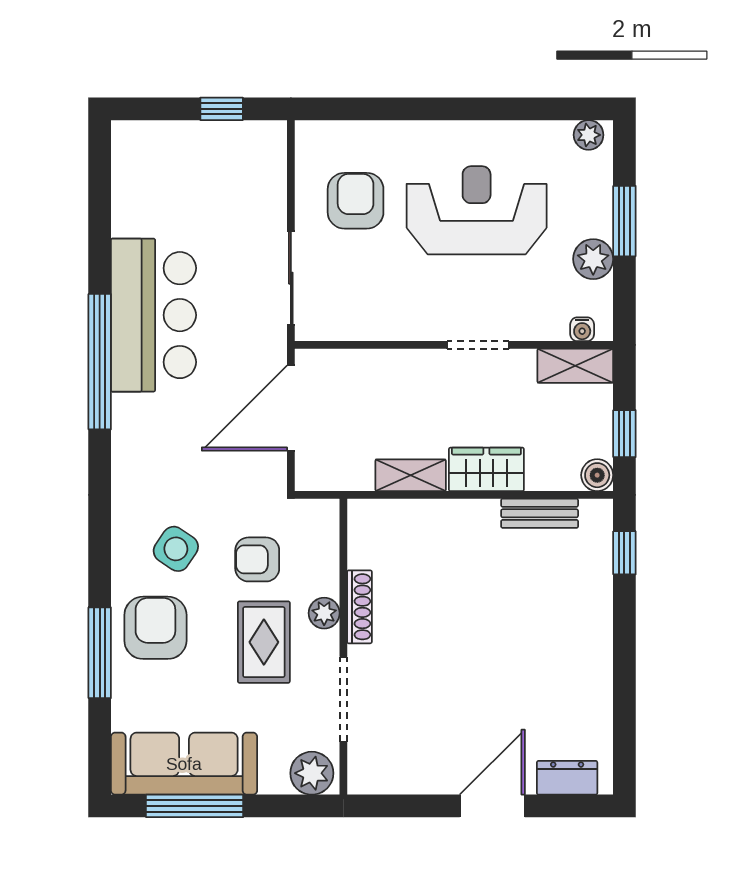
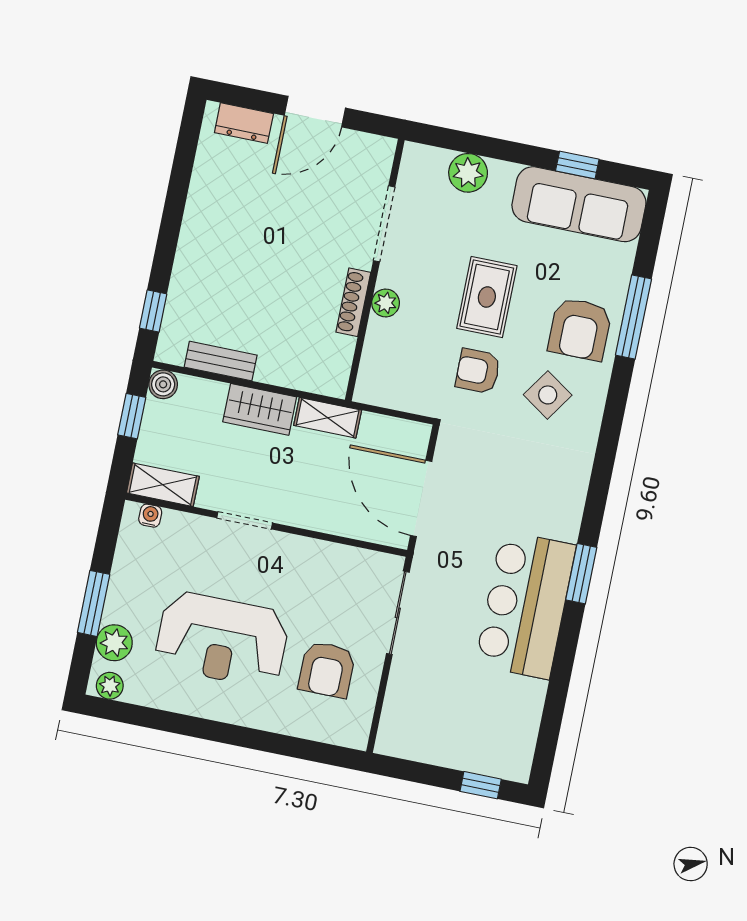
window: (222, 109) -> (481, 785), moved
plant: (593, 259) -> (114, 643), moved
window: (100, 362) -> (581, 574), width x0.47
door: (291, 408) -> (421, 498), swing flipped
armchair: (257, 559) -> (478, 371), turned 180
shoe rack: (359, 607) -> (353, 302), moved
plant: (324, 613) -> (386, 303), moved
wall: (343, 647) -> (375, 270), moved
doorway: (343, 699) -> (384, 224), moved
window: (195, 806) -> (577, 165), width x0.46

